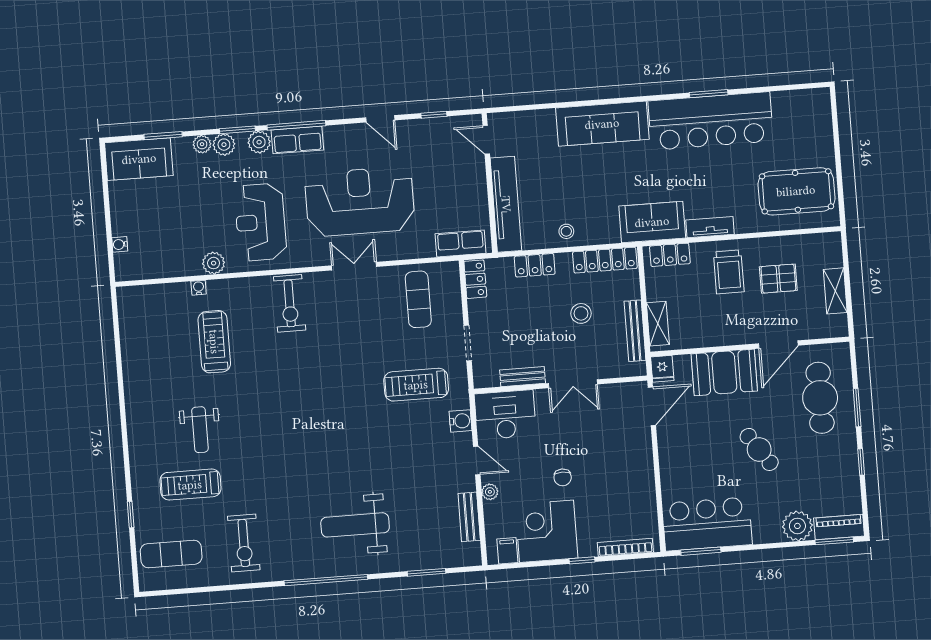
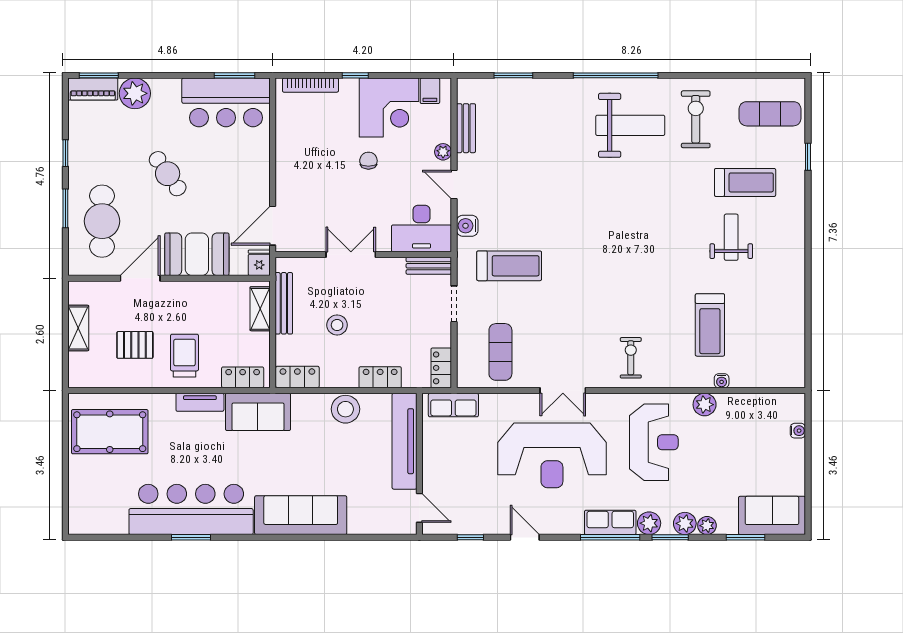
stool: (566, 231) -> (345, 409), width x1.89, depth x1.89
locker: (605, 260) -> (297, 377), width x0.66
exercise bike: (290, 303) -> (631, 358), width x0.73, depth x0.72
bench: (523, 377) -> (429, 266), moved
weight bench: (355, 525) -> (630, 125), moved

